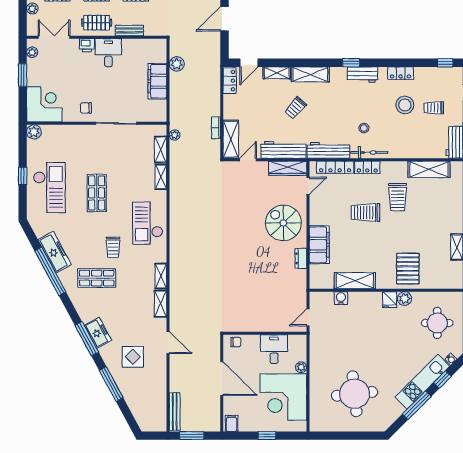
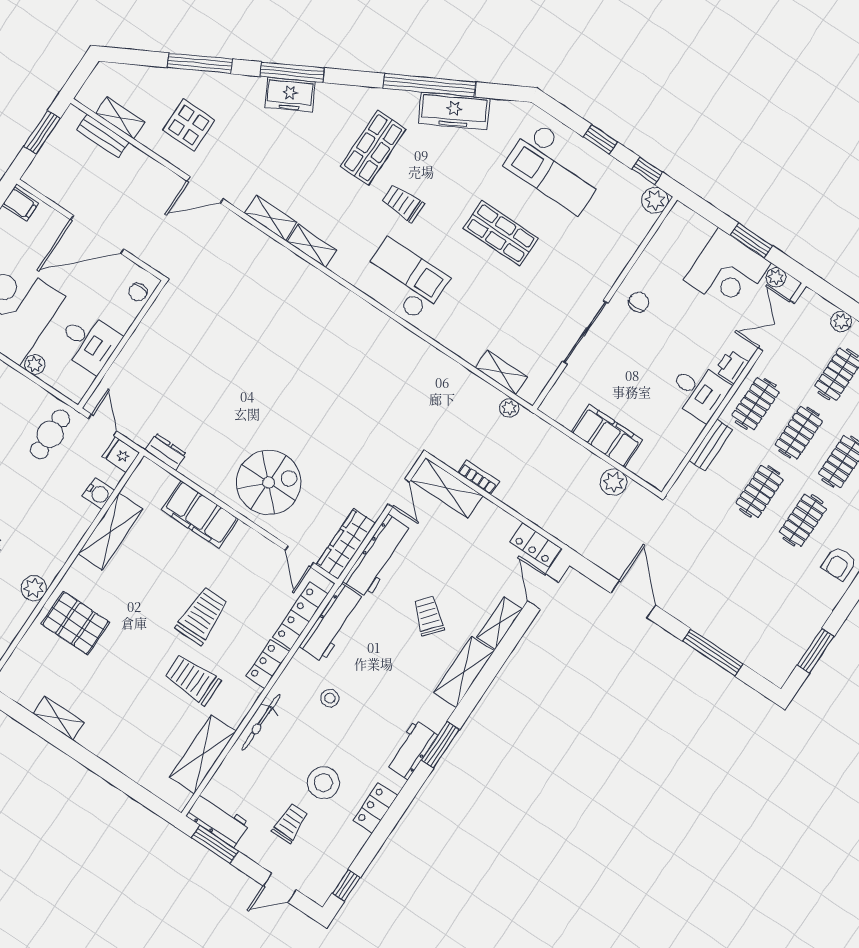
double door: (54, 37) -> (776, 326), swing flipped
window: (351, 63) -> (440, 745), width x1.50
corner desk: (44, 104) -> (727, 272), moved
window: (23, 145) -> (647, 171), added
bicycle: (369, 152) -> (261, 722), moved
shelving: (161, 177) -> (120, 118), moved
dresser: (301, 258) -> (166, 452), moved
fridge: (390, 300) -> (121, 455), moved
cafe table: (329, 339) -> (50, 434), added
display table: (133, 357) -> (189, 125), moved
bench: (175, 412) -> (103, 136), width x0.73

